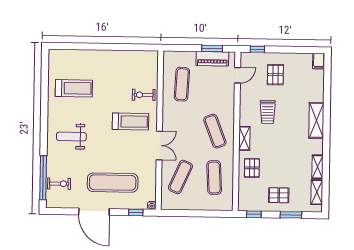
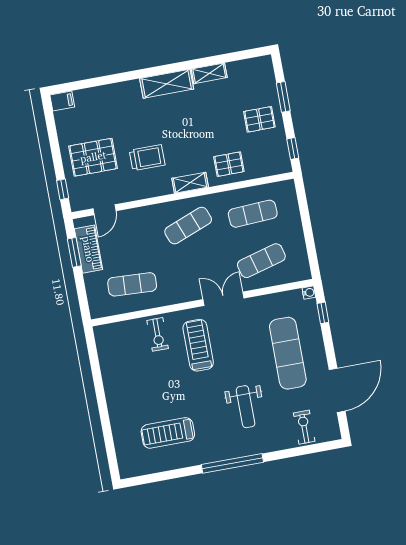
door: (237, 75) -> (104, 210), swing flipped
pallet: (275, 75) -> (93, 157), width x1.50, depth x1.42
treadmill: (74, 88) -> (168, 433), turned -90
shelving: (316, 120) -> (167, 84), moved
weight bench: (71, 137) -> (246, 407), moved
exercise mat: (180, 177) -> (261, 261), turned -39
window: (43, 178) -> (232, 463), moved
shelving: (317, 192) -> (245, 67), removed
pallet: (279, 195) -> (259, 119), turned 90
door: (94, 212) -> (337, 390), moved

